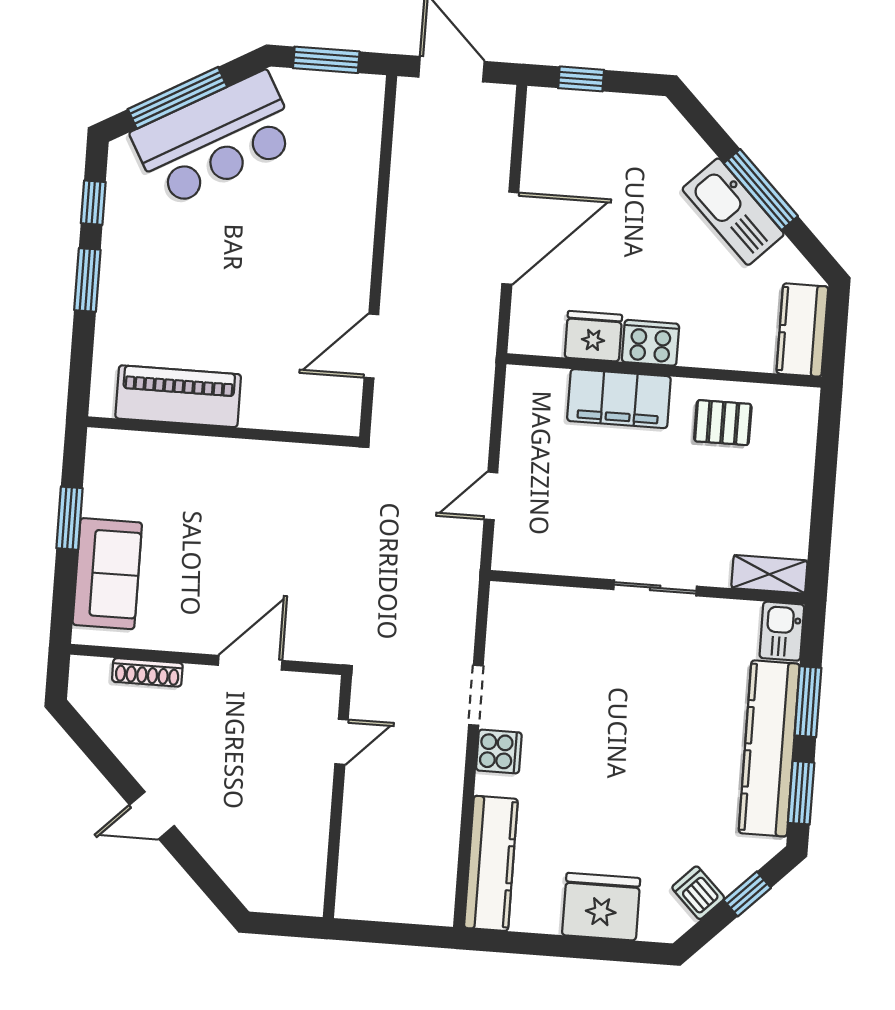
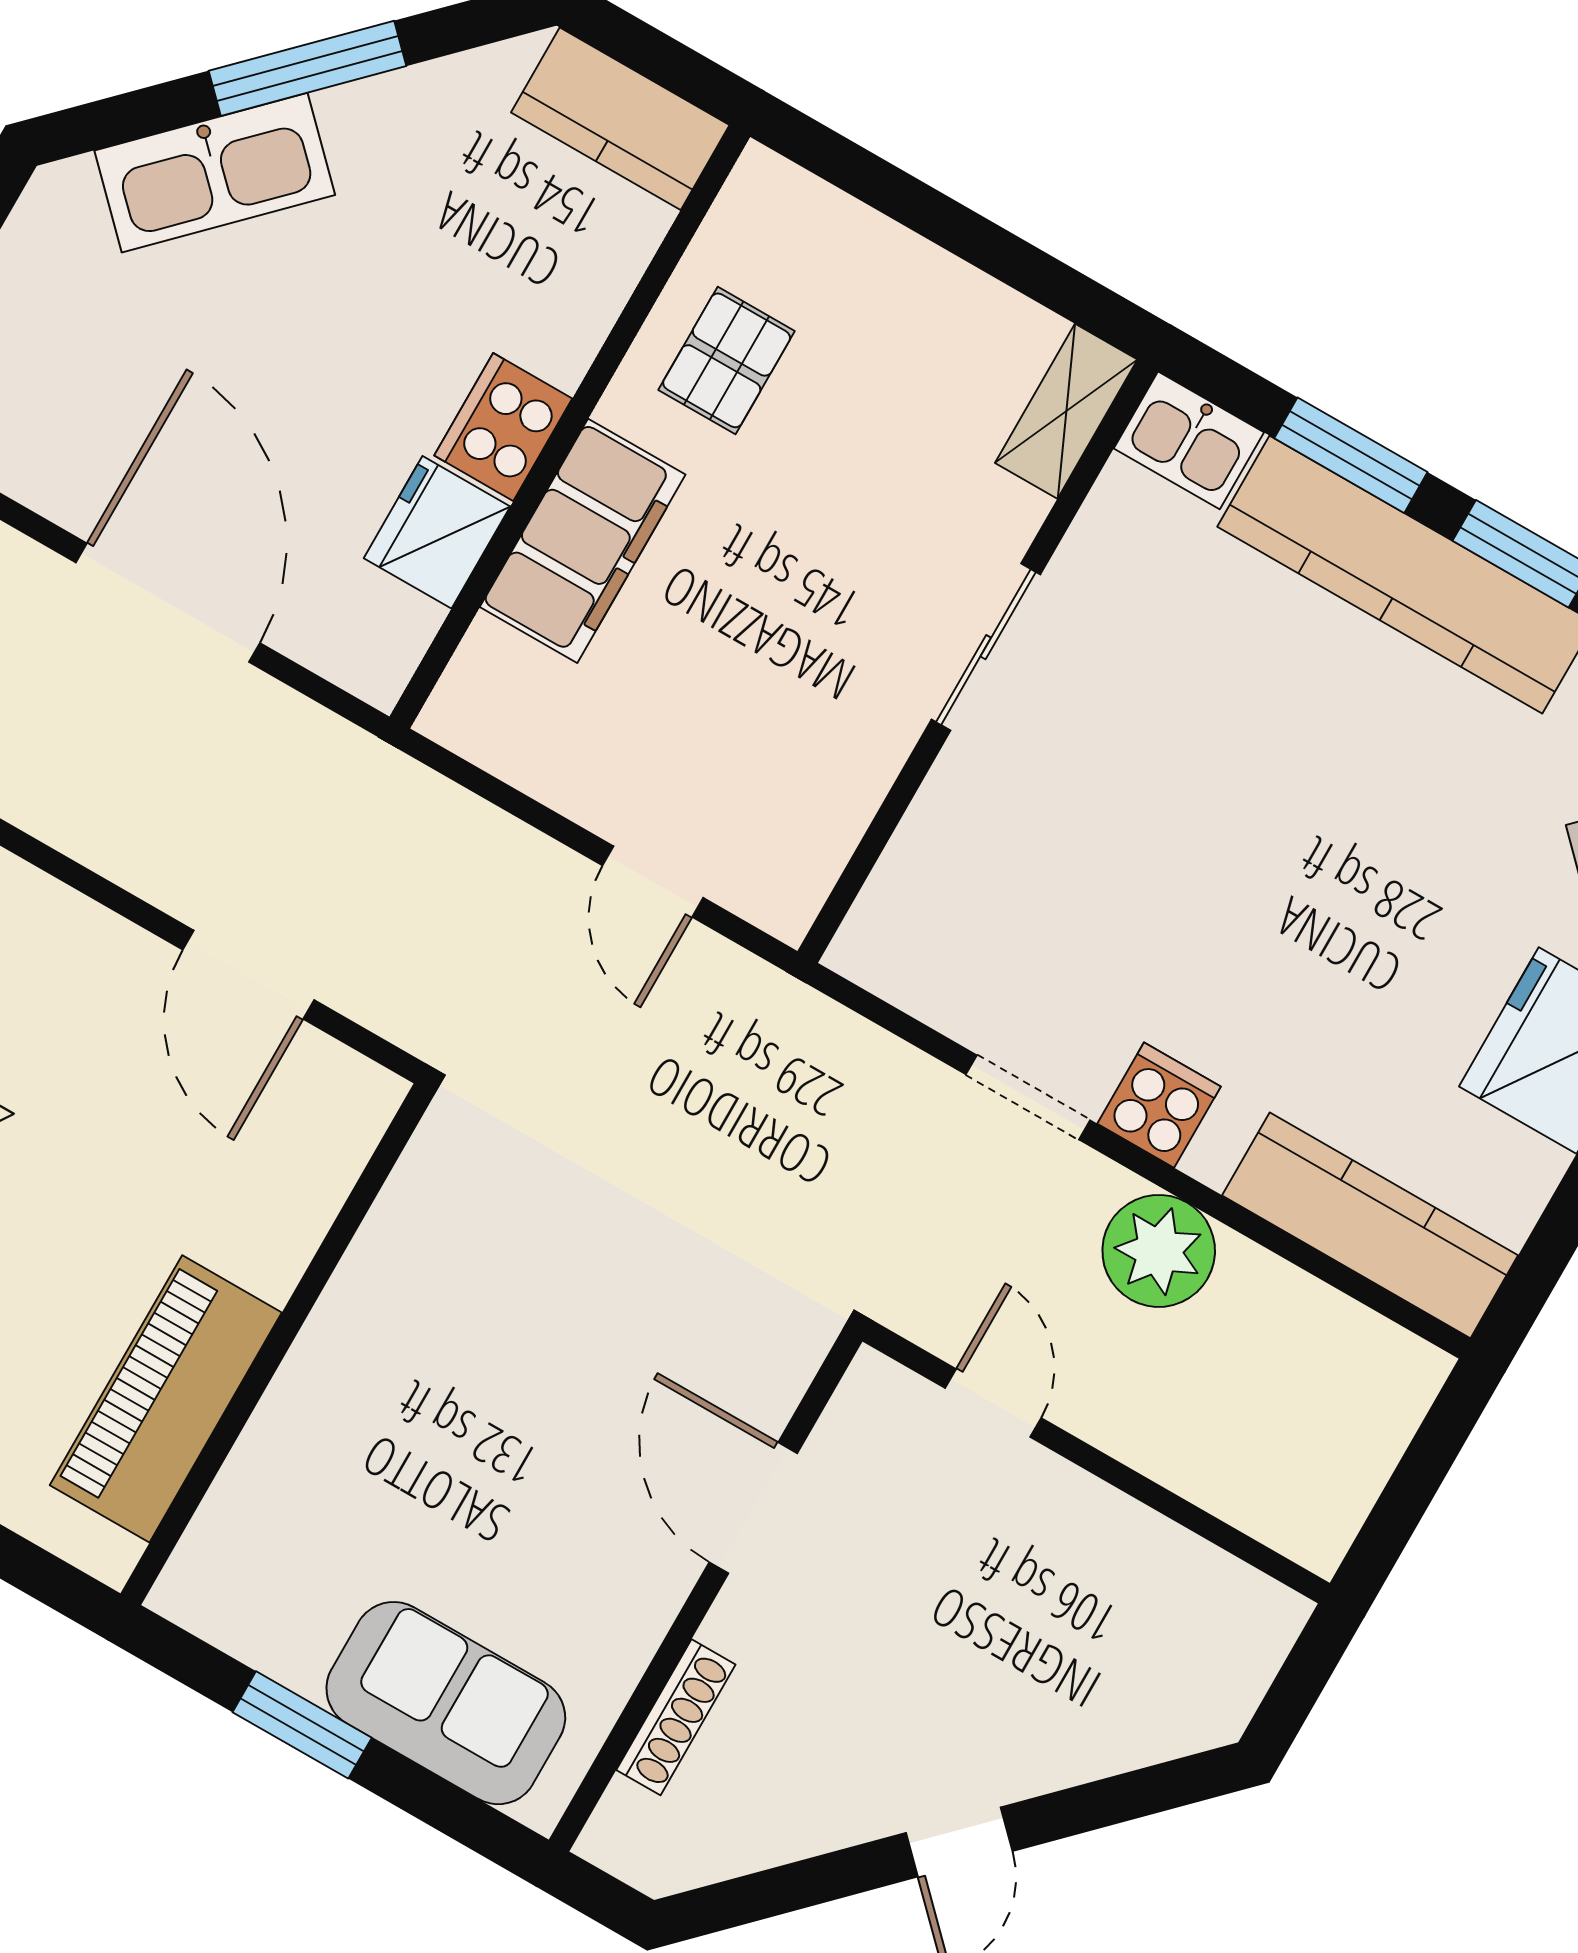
kitchen sink: (733, 212) -> (215, 173), moved
plant: (438, 780) -> (1159, 1251), added

